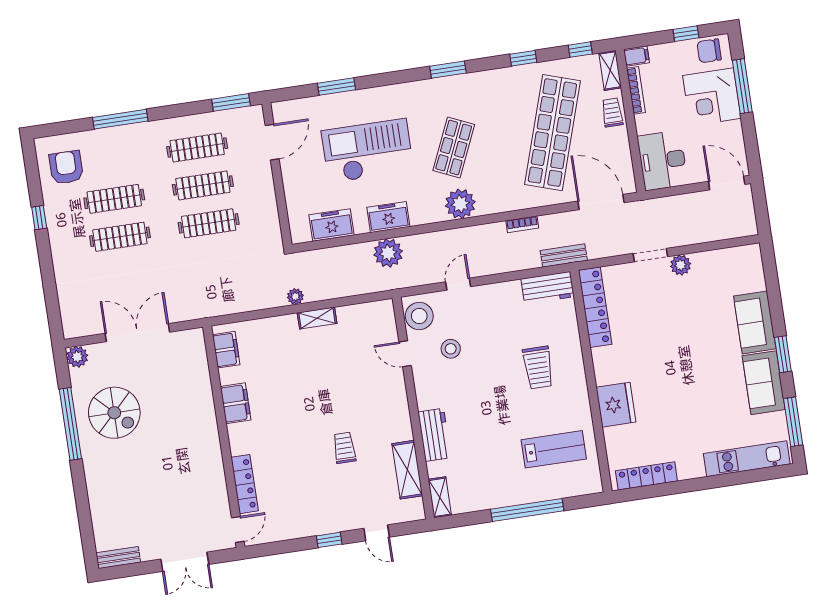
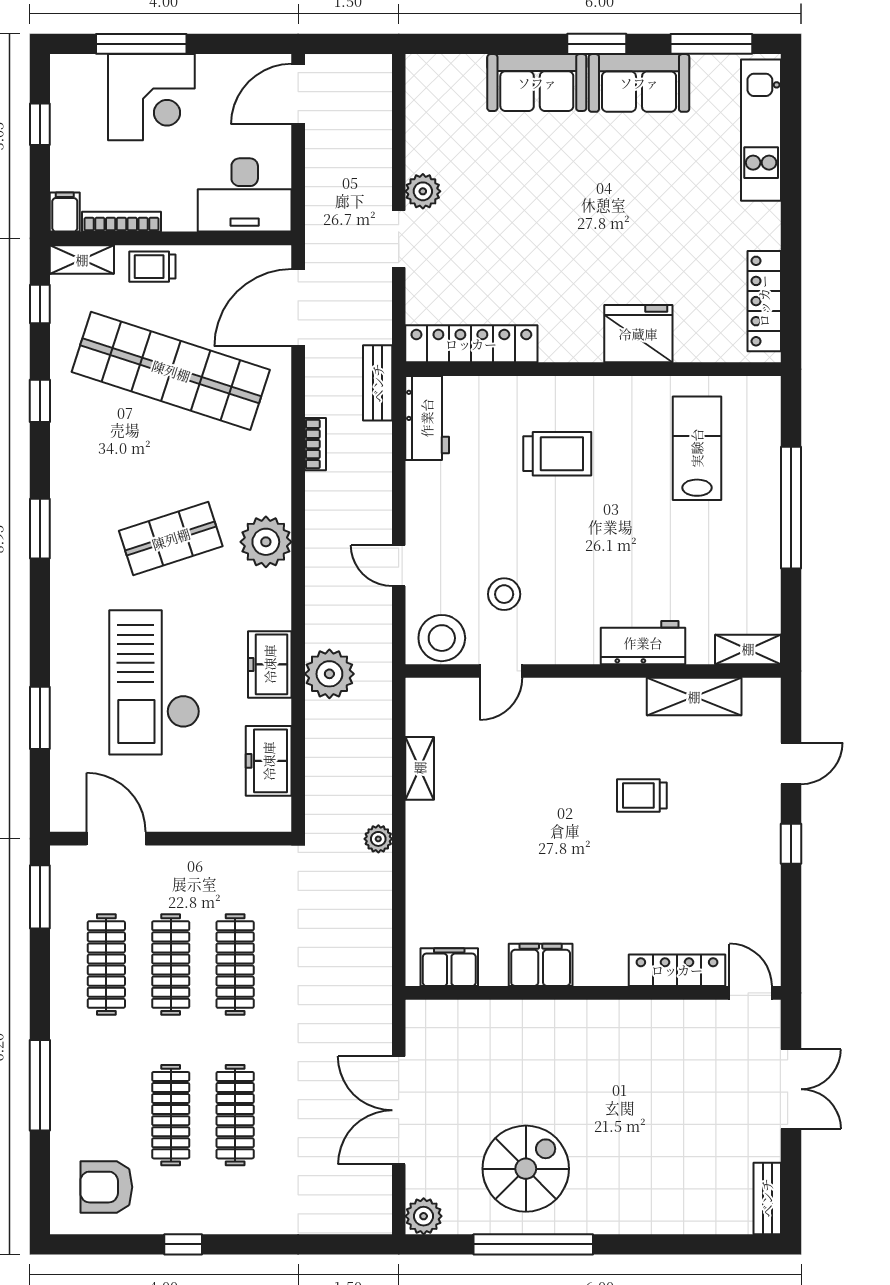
chair: (709, 51) -> (74, 90), removed
shop shelf: (454, 148) -> (171, 539), turned -42
shelving: (317, 318) -> (420, 768), moved

